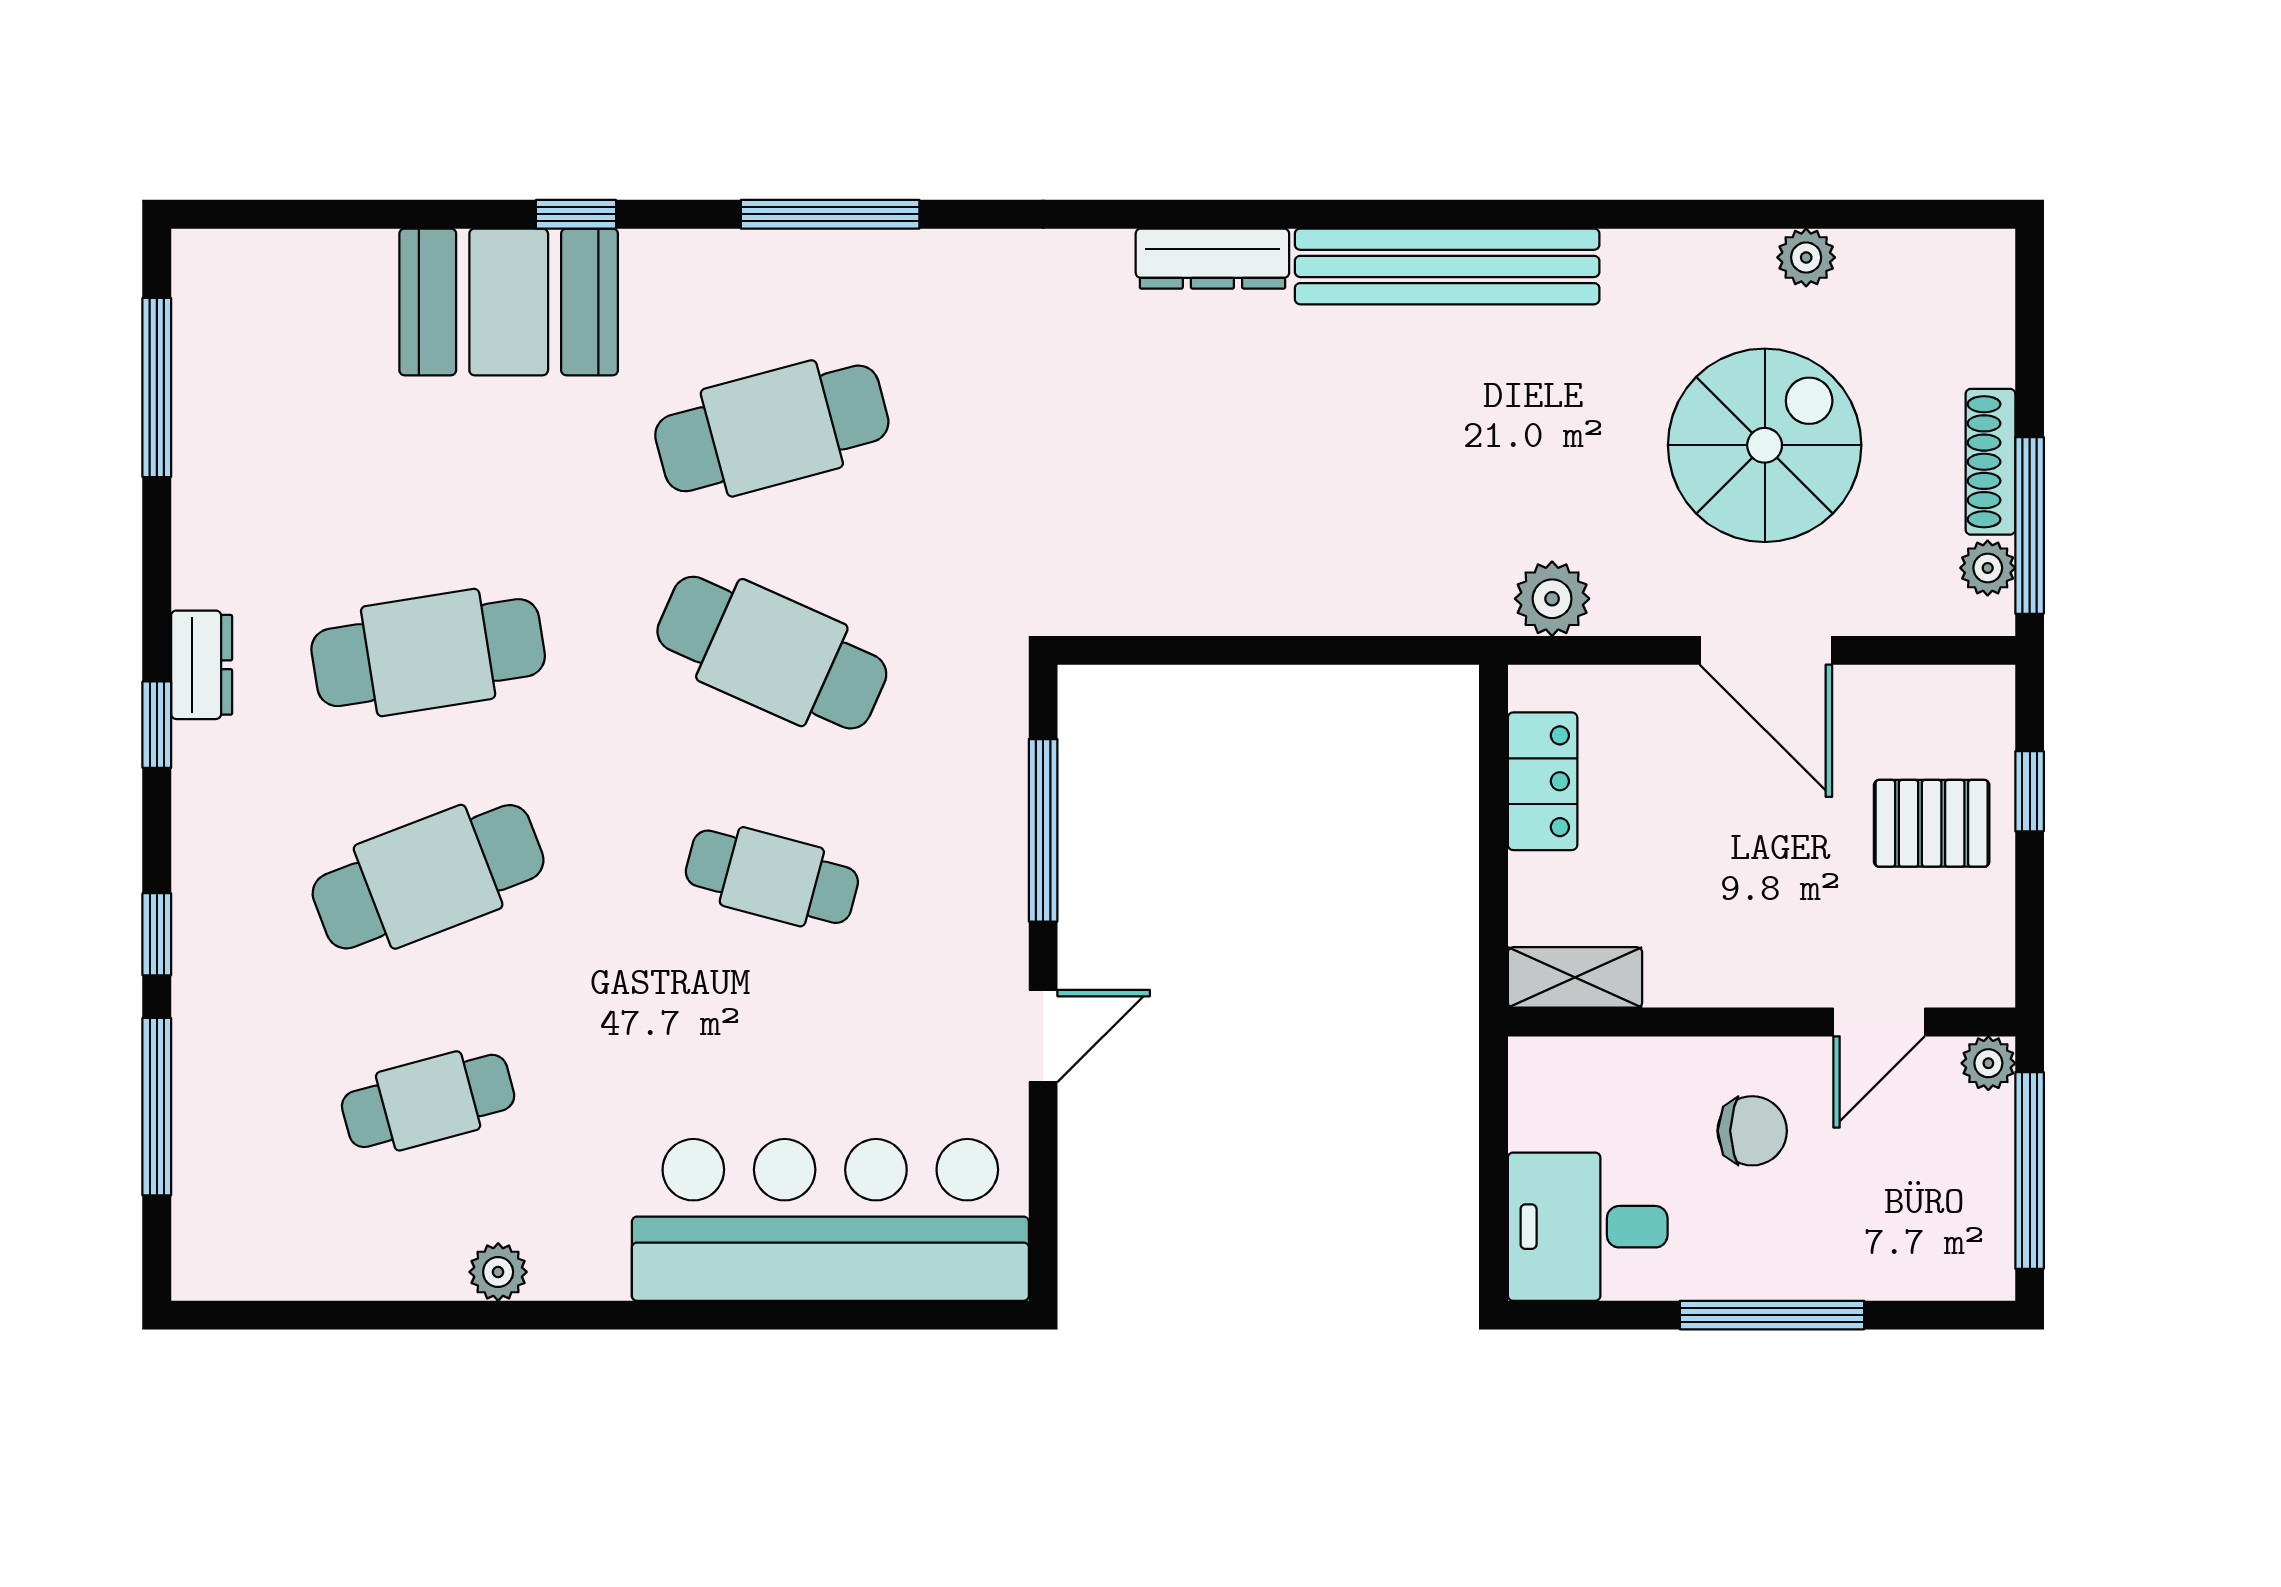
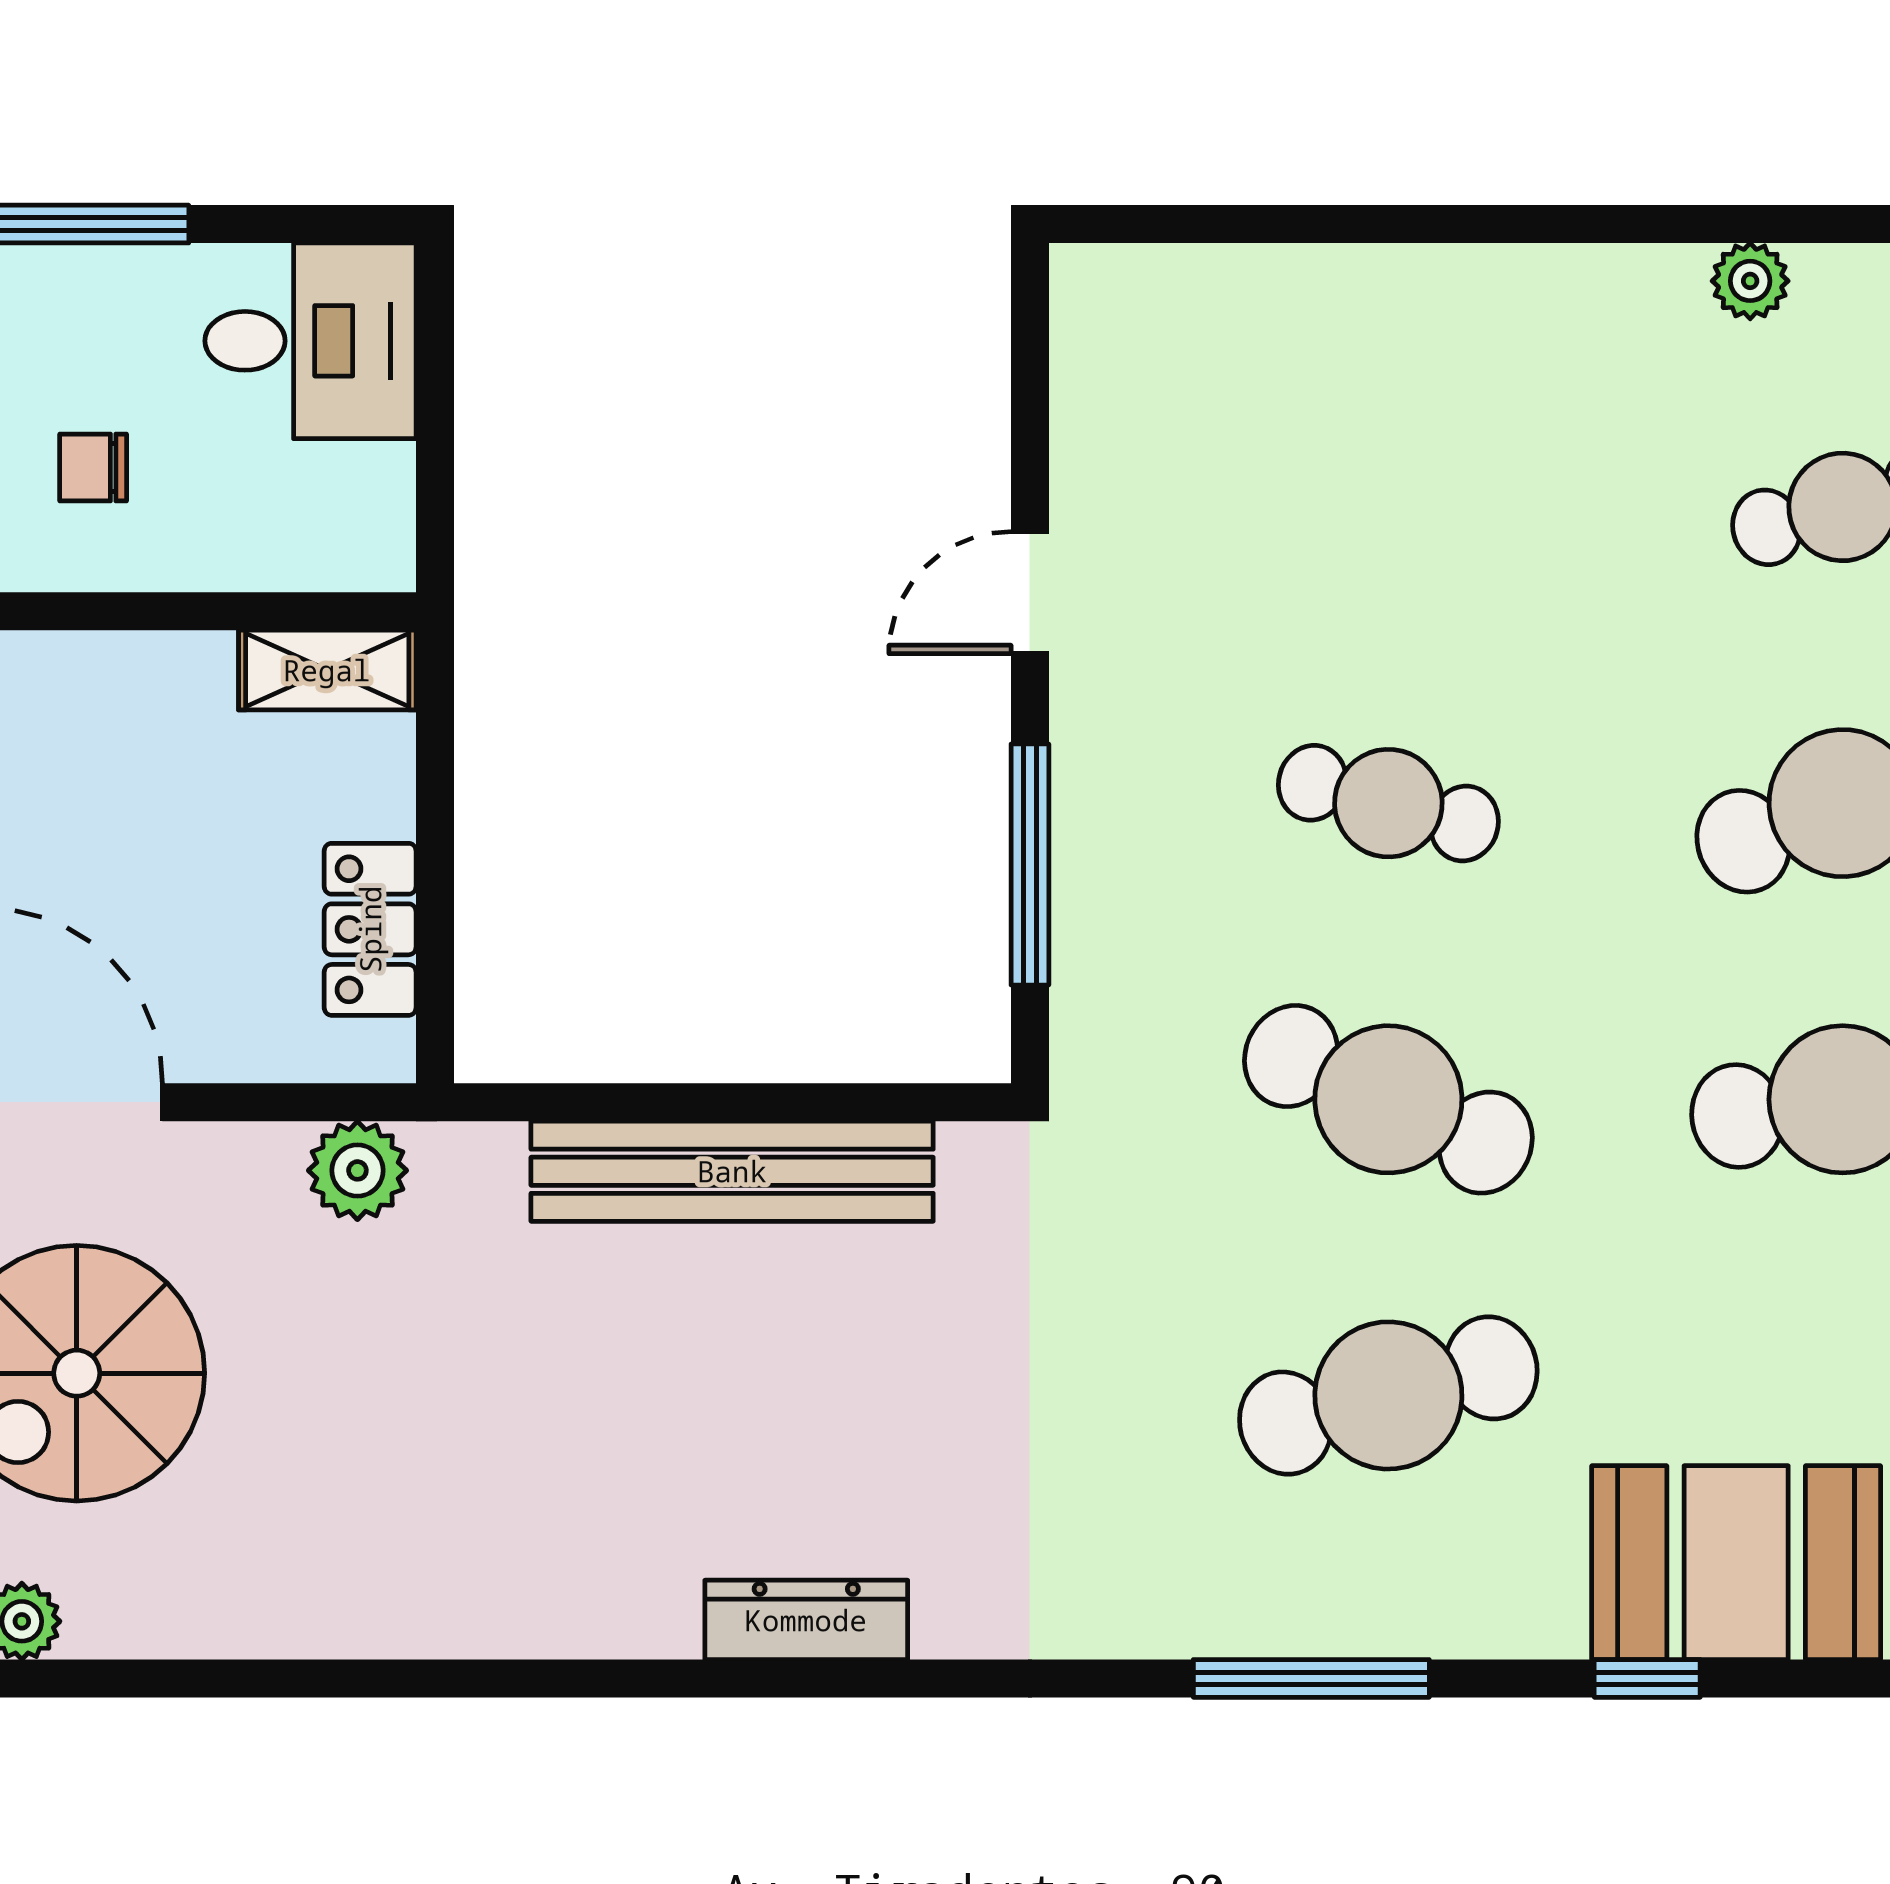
bench: (1447, 266) -> (732, 1171), moved
chair: (1752, 1131) -> (93, 467), width x0.73, depth x0.73
bar counter: (830, 1220) -> (1311, 350), removed

